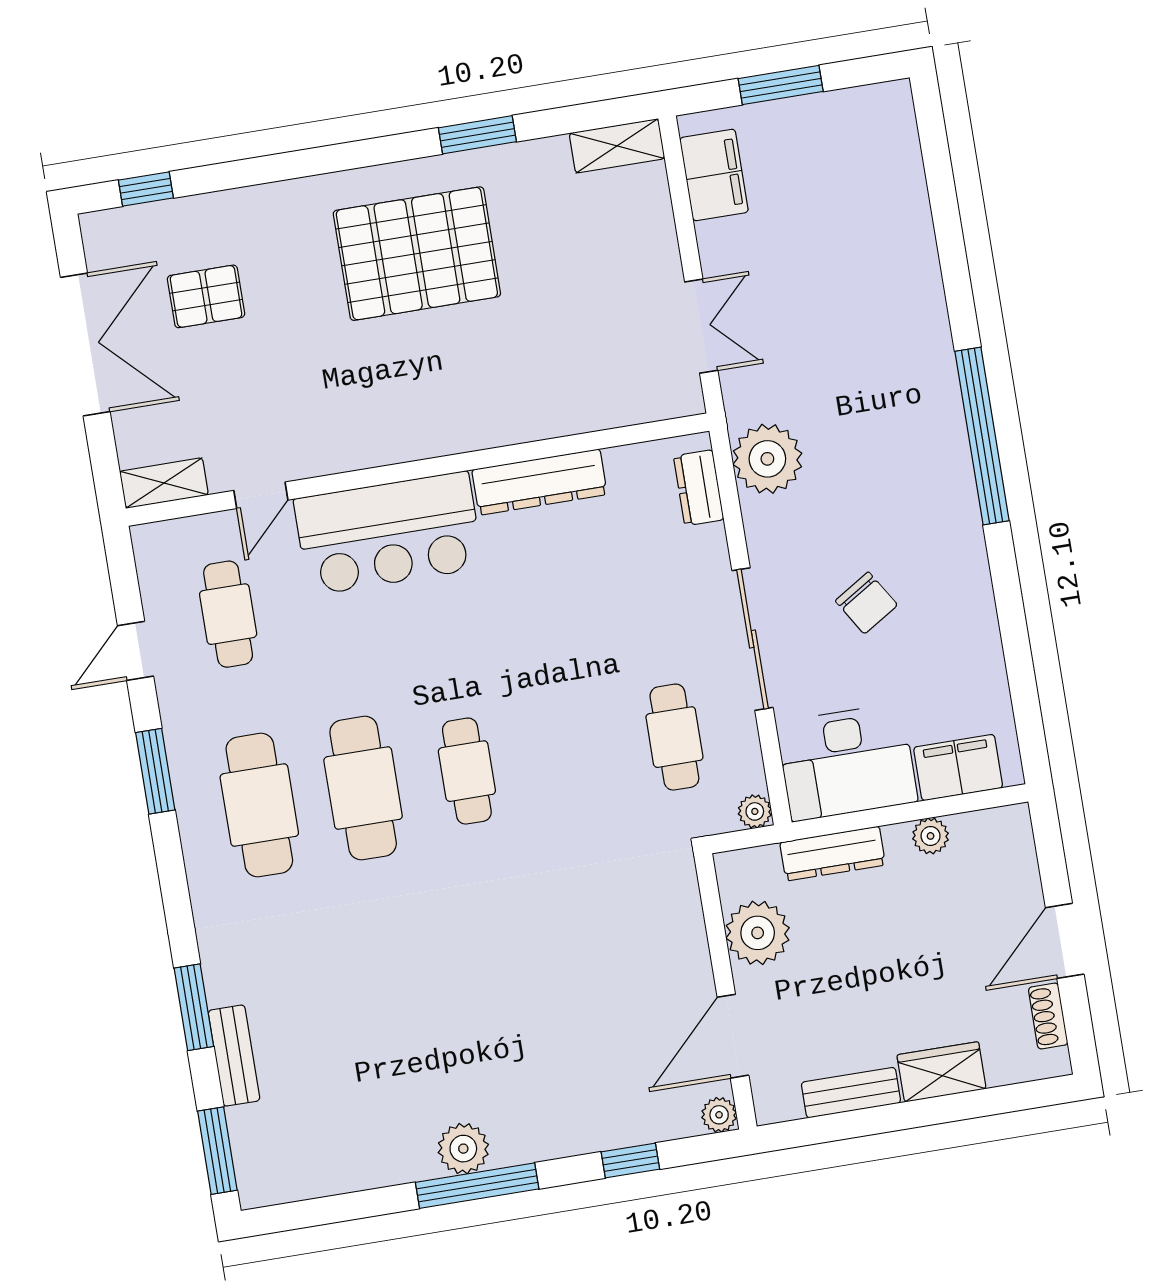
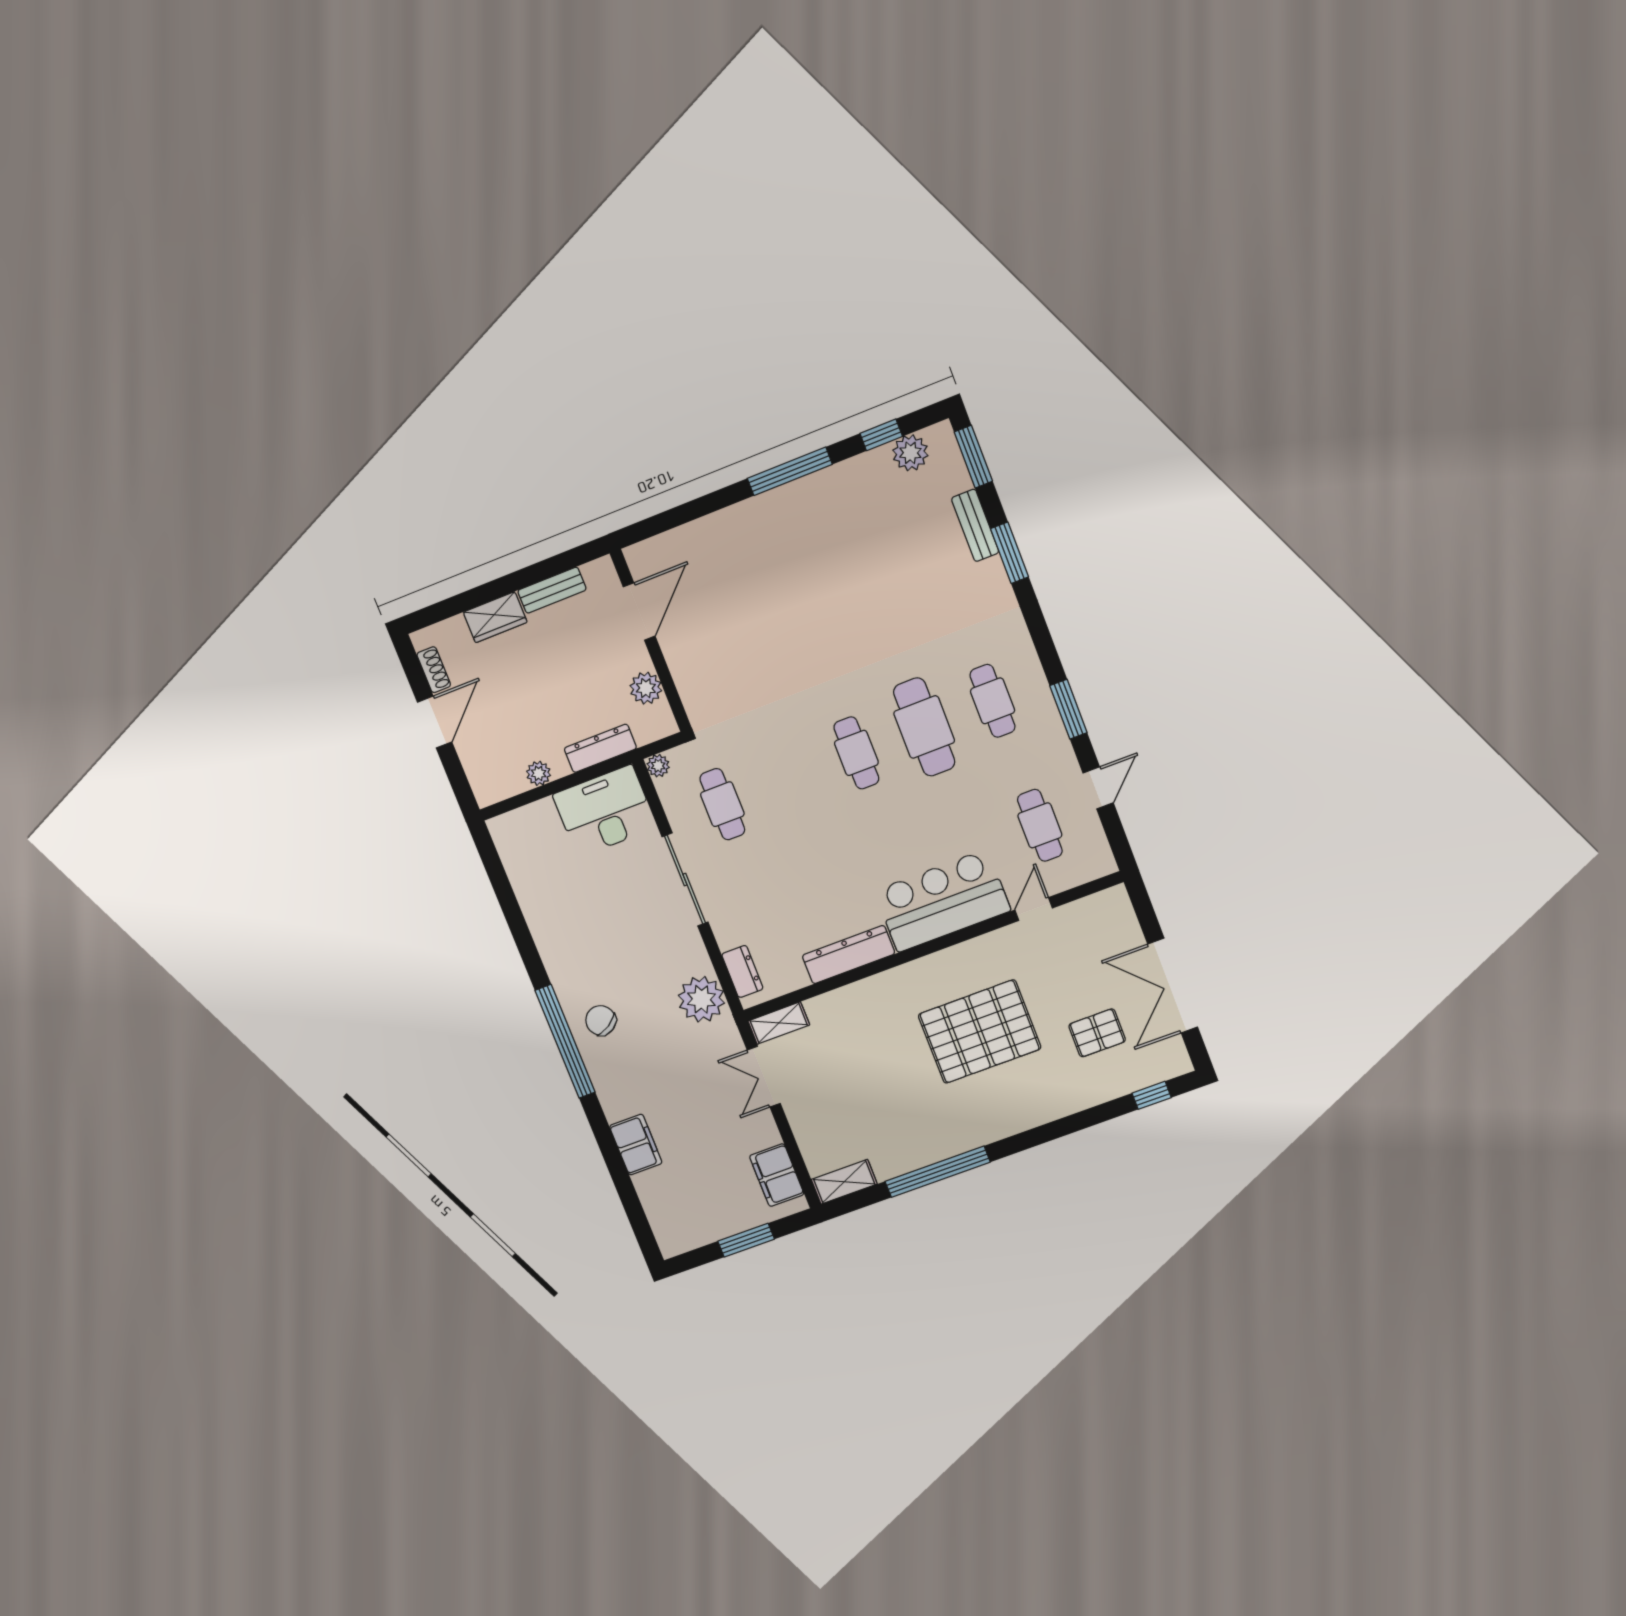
window: (477, 135) -> (938, 1172), width x2.11
pallet: (417, 254) -> (980, 1032), moved
shelving: (164, 483) -> (779, 1023), moved
chair: (866, 603) -> (601, 1020), moved
filing cabinet: (958, 767) -> (636, 1145), moved, turned -90
cafe table: (259, 805) -> (993, 701), width x0.73, depth x0.74
plant: (758, 933) -> (646, 688), width x0.73, depth x0.73
plant: (719, 1115) -> (637, 556), removed
plant: (463, 1149) -> (910, 453), moved
window: (630, 1161) -> (881, 435), moved

